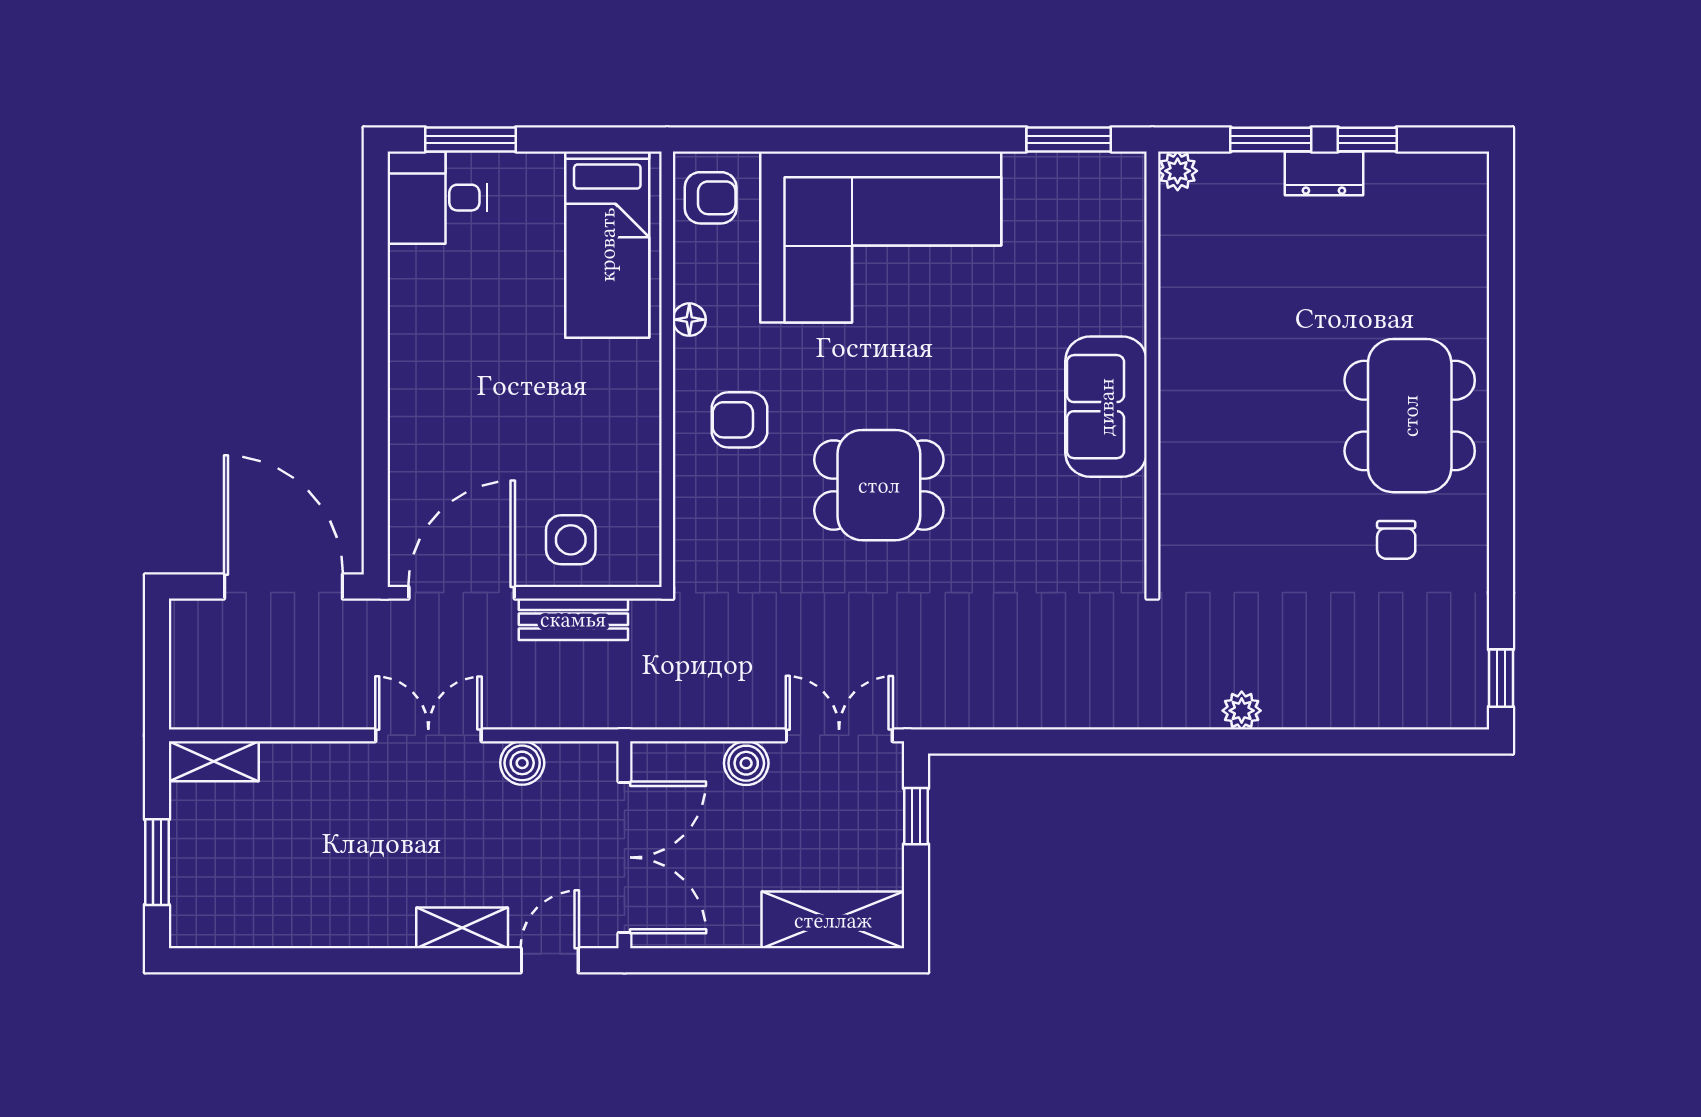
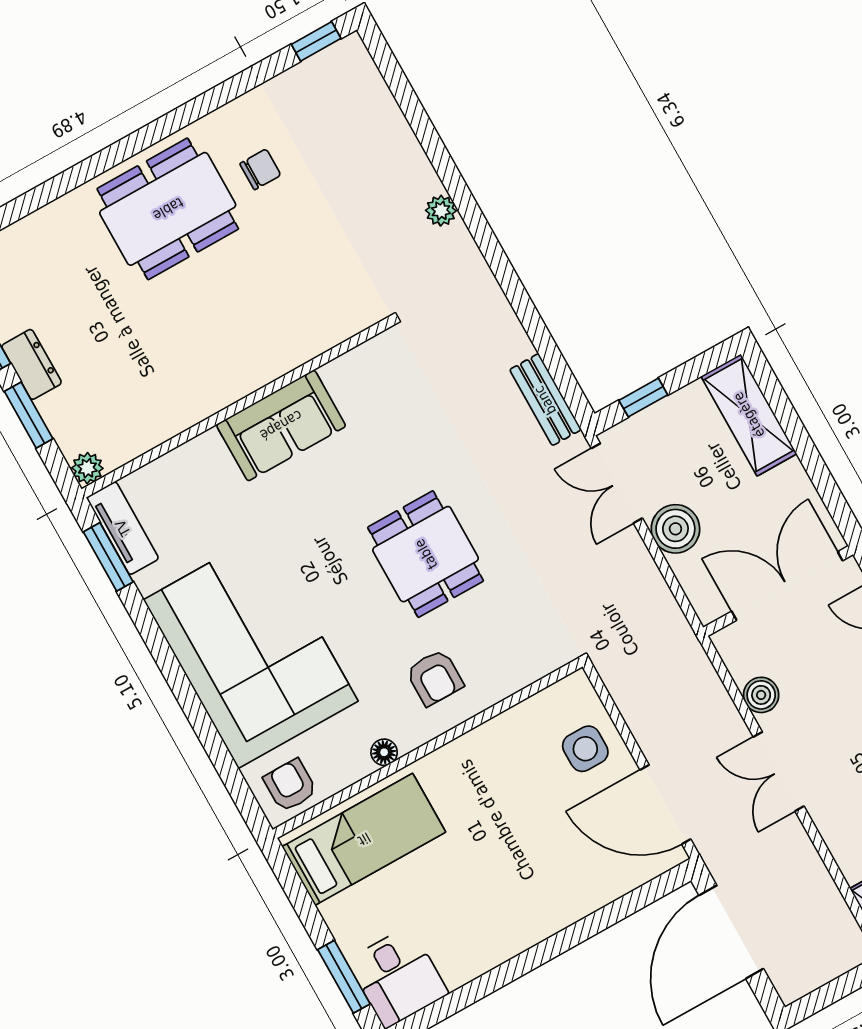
tv unit: (1091, 173) -> (123, 528), added
bench: (573, 619) -> (545, 400), moved
boiler: (746, 763) -> (675, 529), width x1.36, depth x1.36

